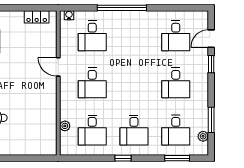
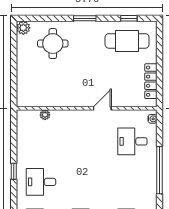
locker: (37, 17) -> (151, 81), width x1.53
desk: (92, 83) -> (87, 141), removed
desk: (92, 130) -> (41, 141), removed

